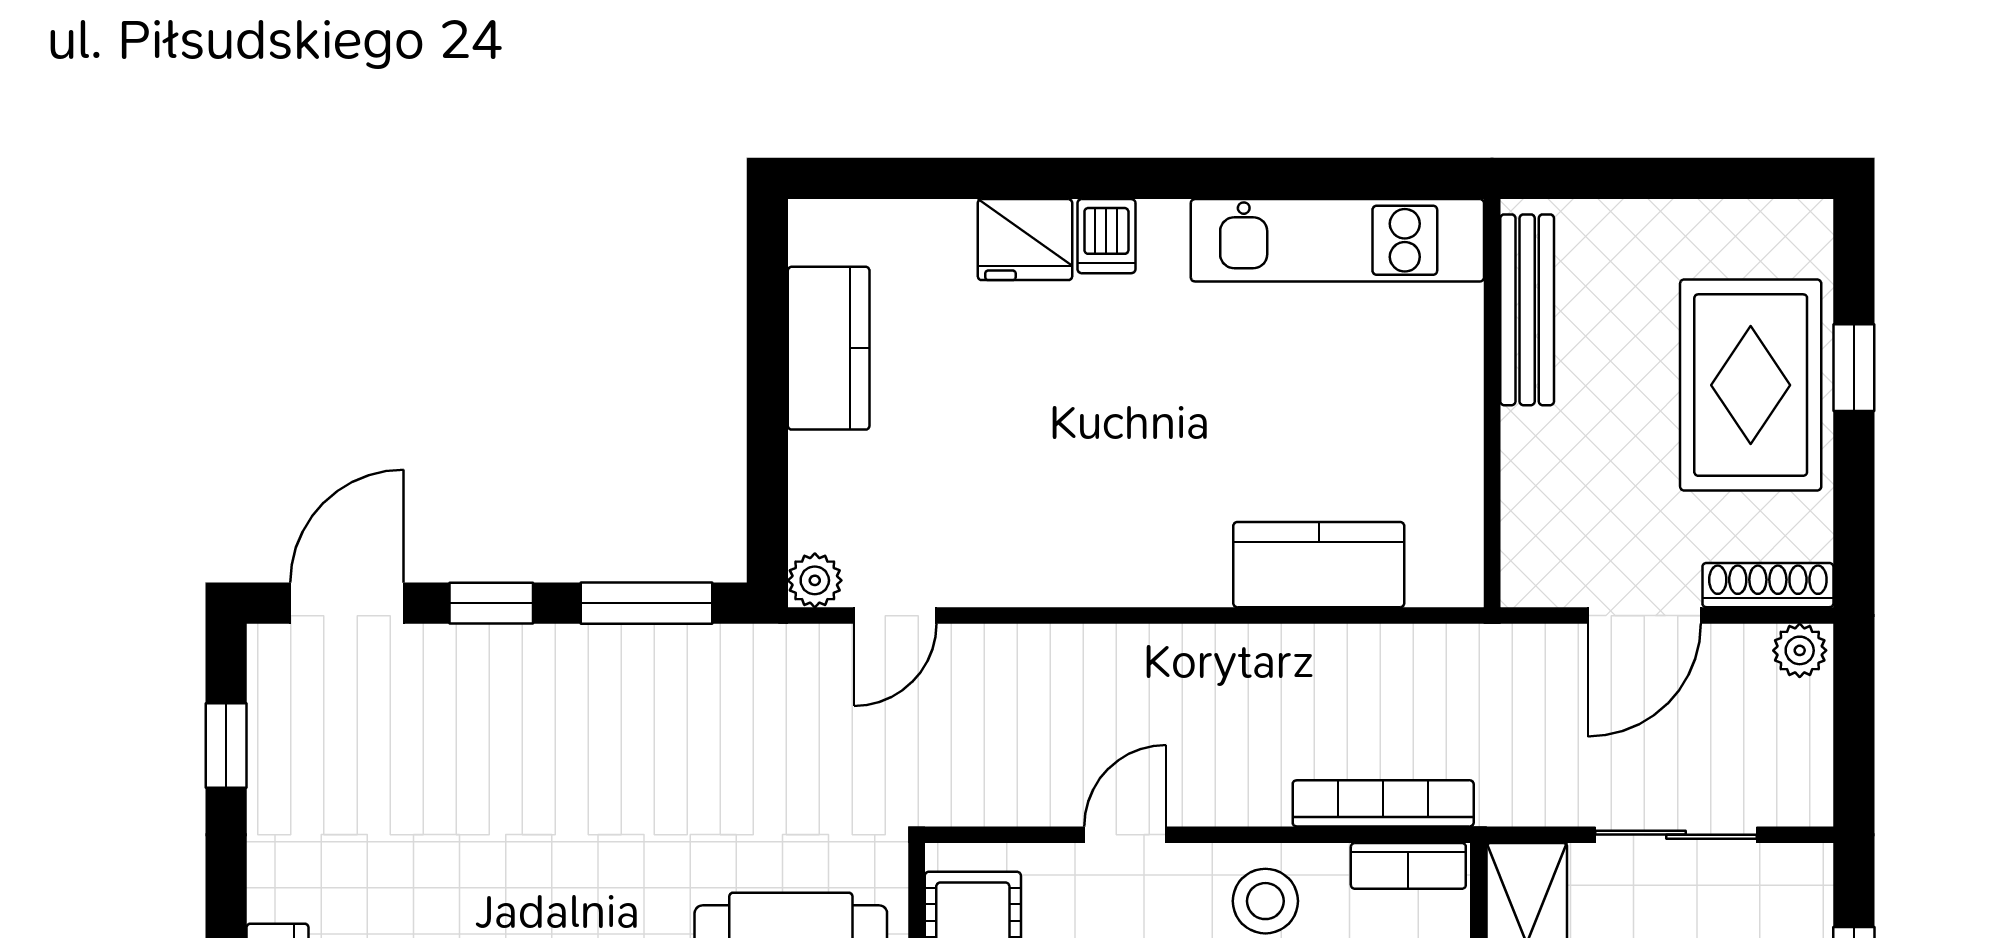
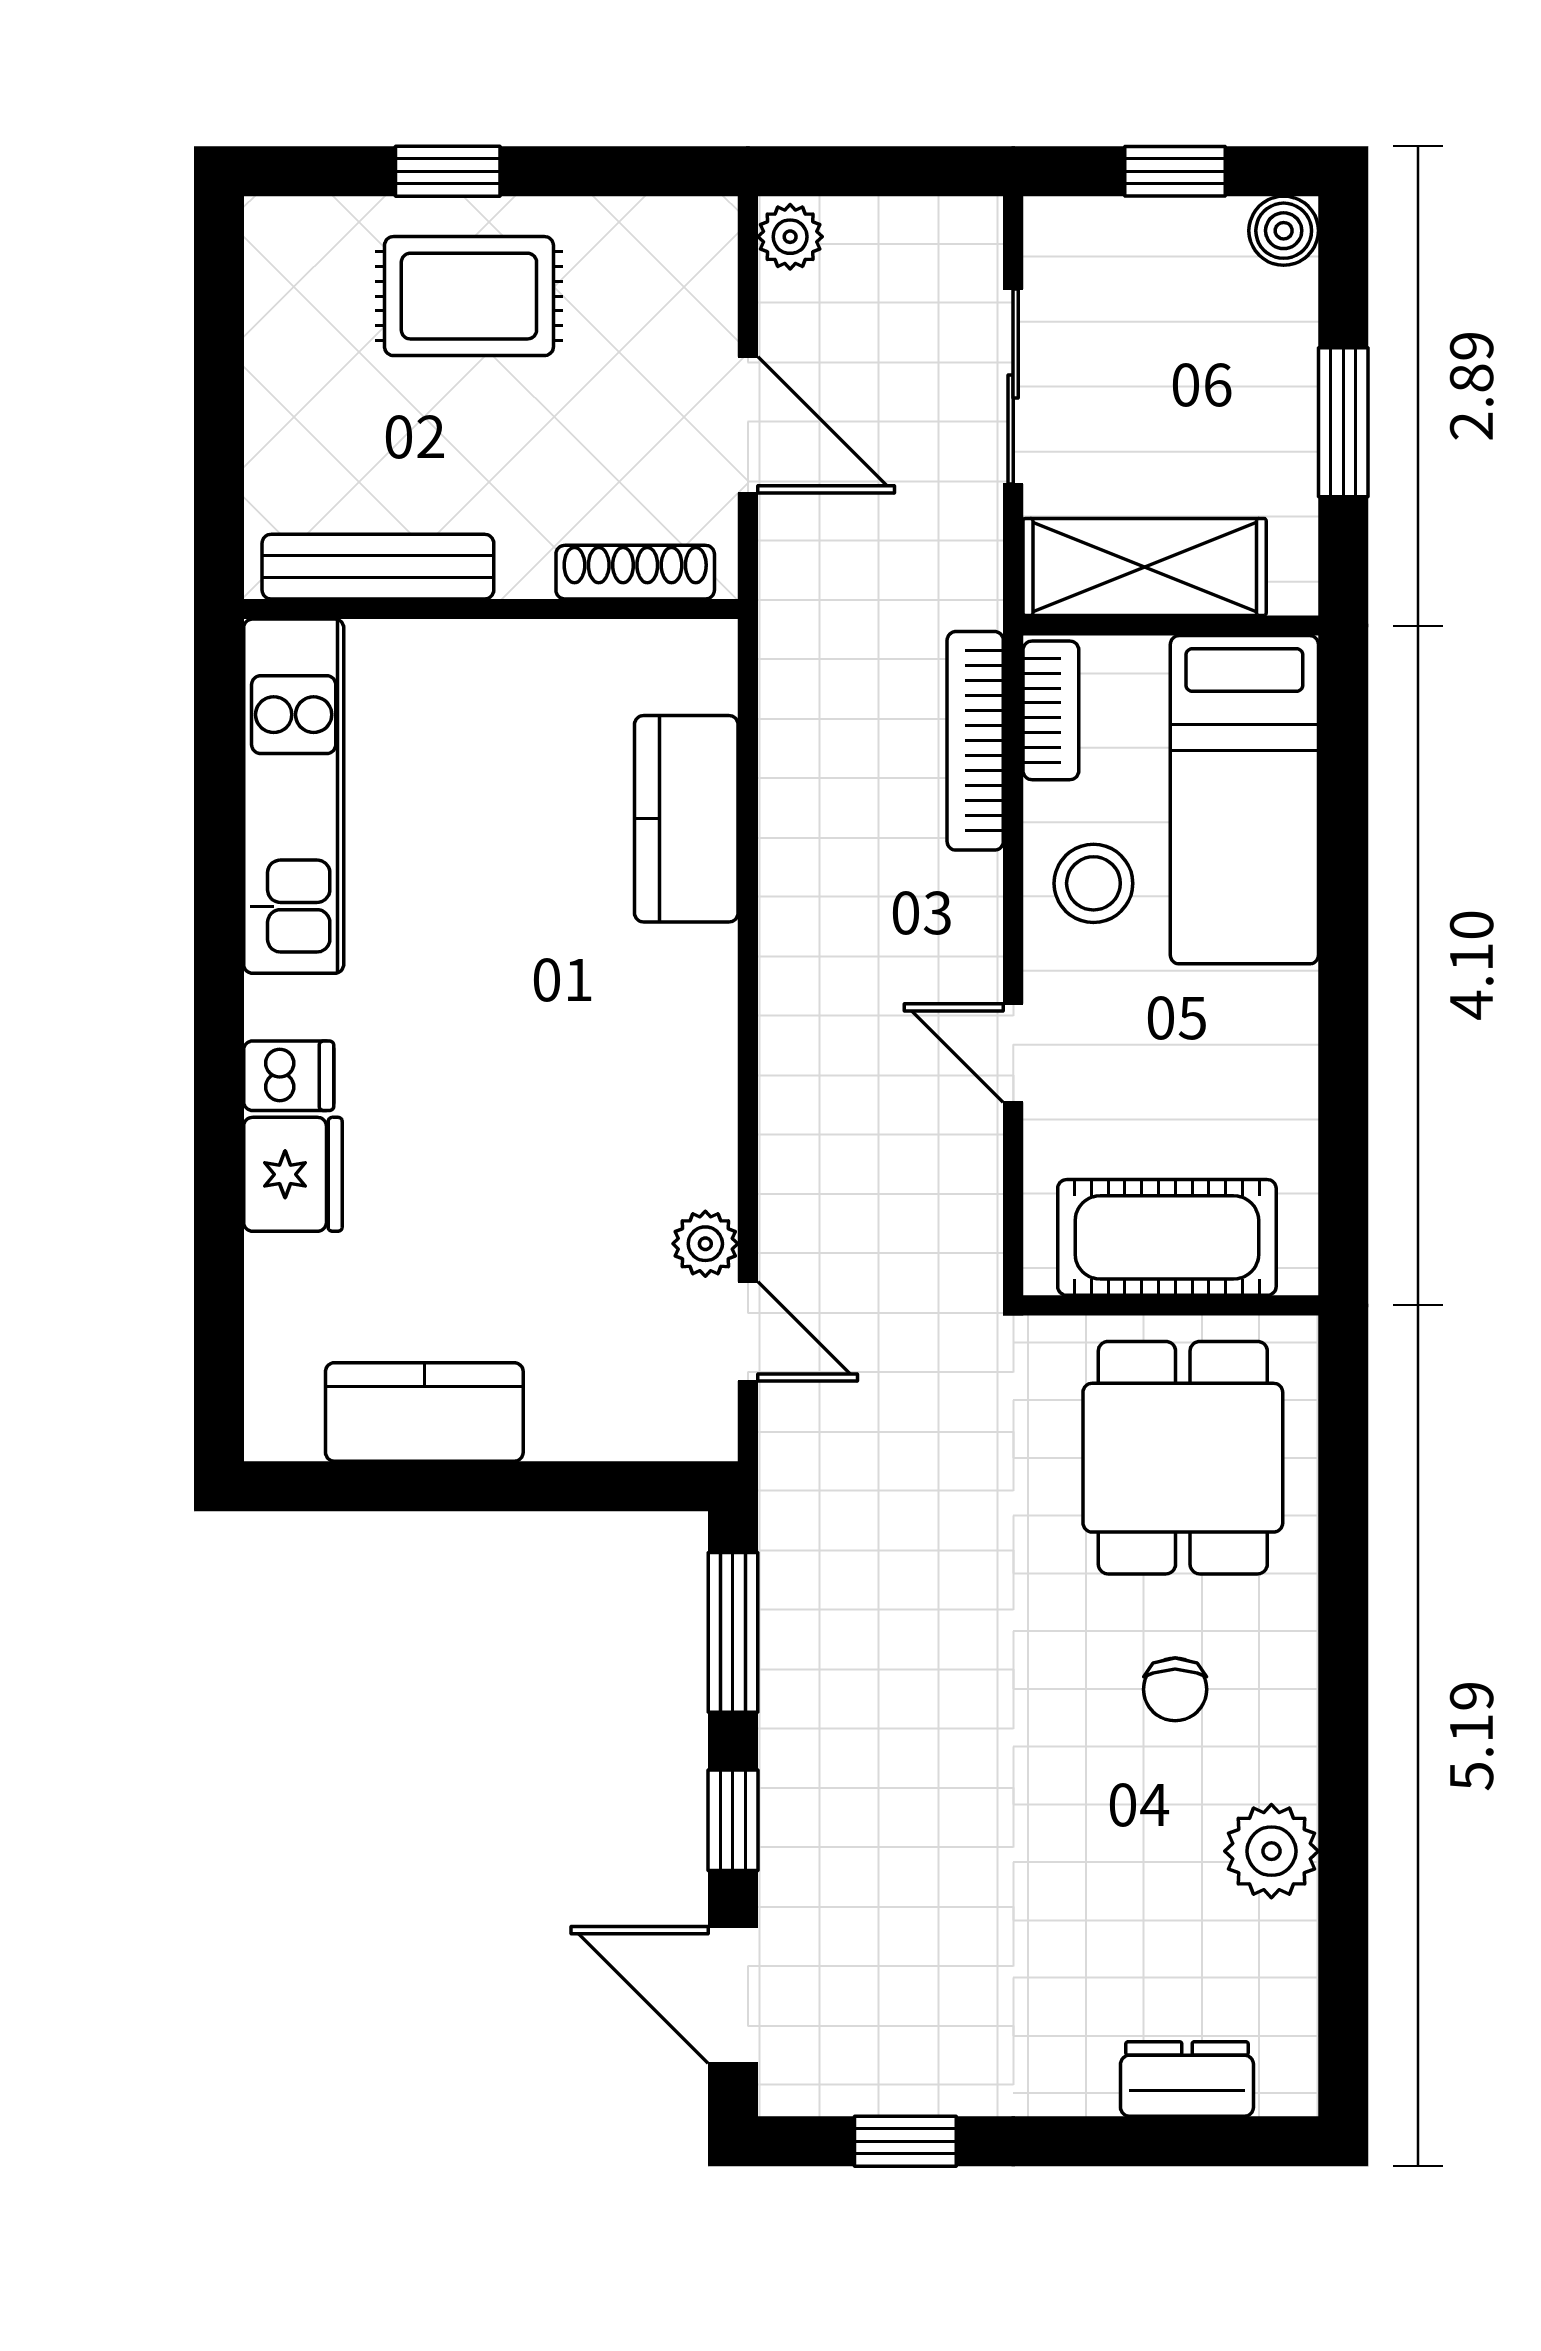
rug: (1751, 385) -> (469, 296), width x0.73, depth x0.70
plant: (815, 580) -> (705, 1244), moved
shoe rack: (1768, 585) -> (635, 572), moved, turned 90

